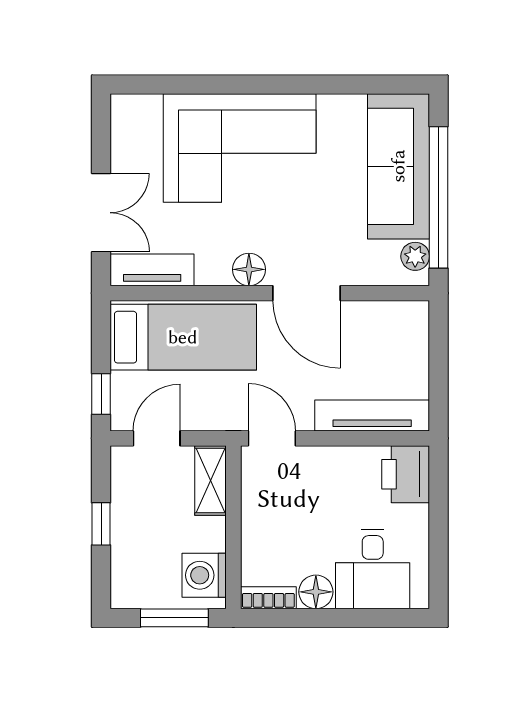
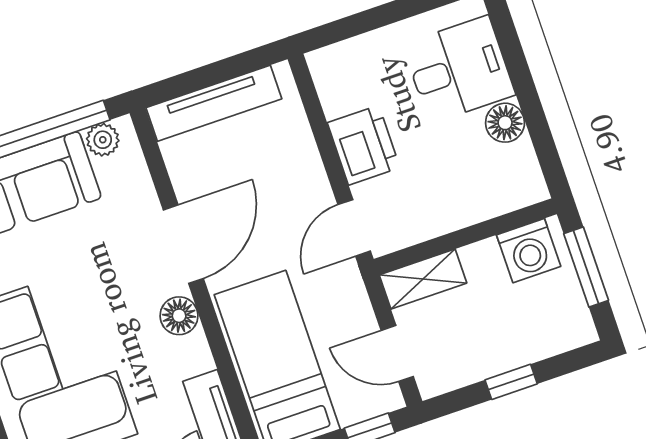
tv unit: (372, 415) -> (214, 103), moved, turned -90
printer: (406, 474) -> (364, 145), moved, turned -90
bookcase: (268, 598) -> (529, 172), removed

